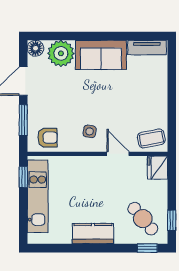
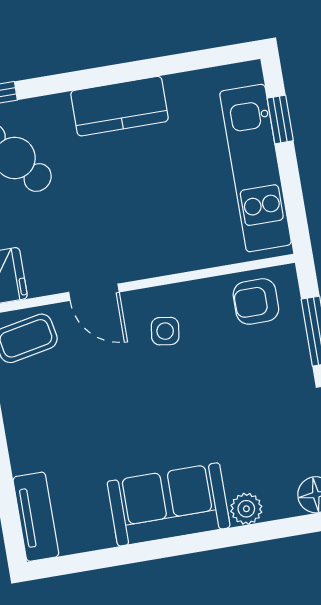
tv unit: (147, 48) -> (36, 517), moved, turned 90
plant: (61, 53) -> (246, 509), width x0.53, depth x0.53
window: (23, 177) -> (280, 119), moved

